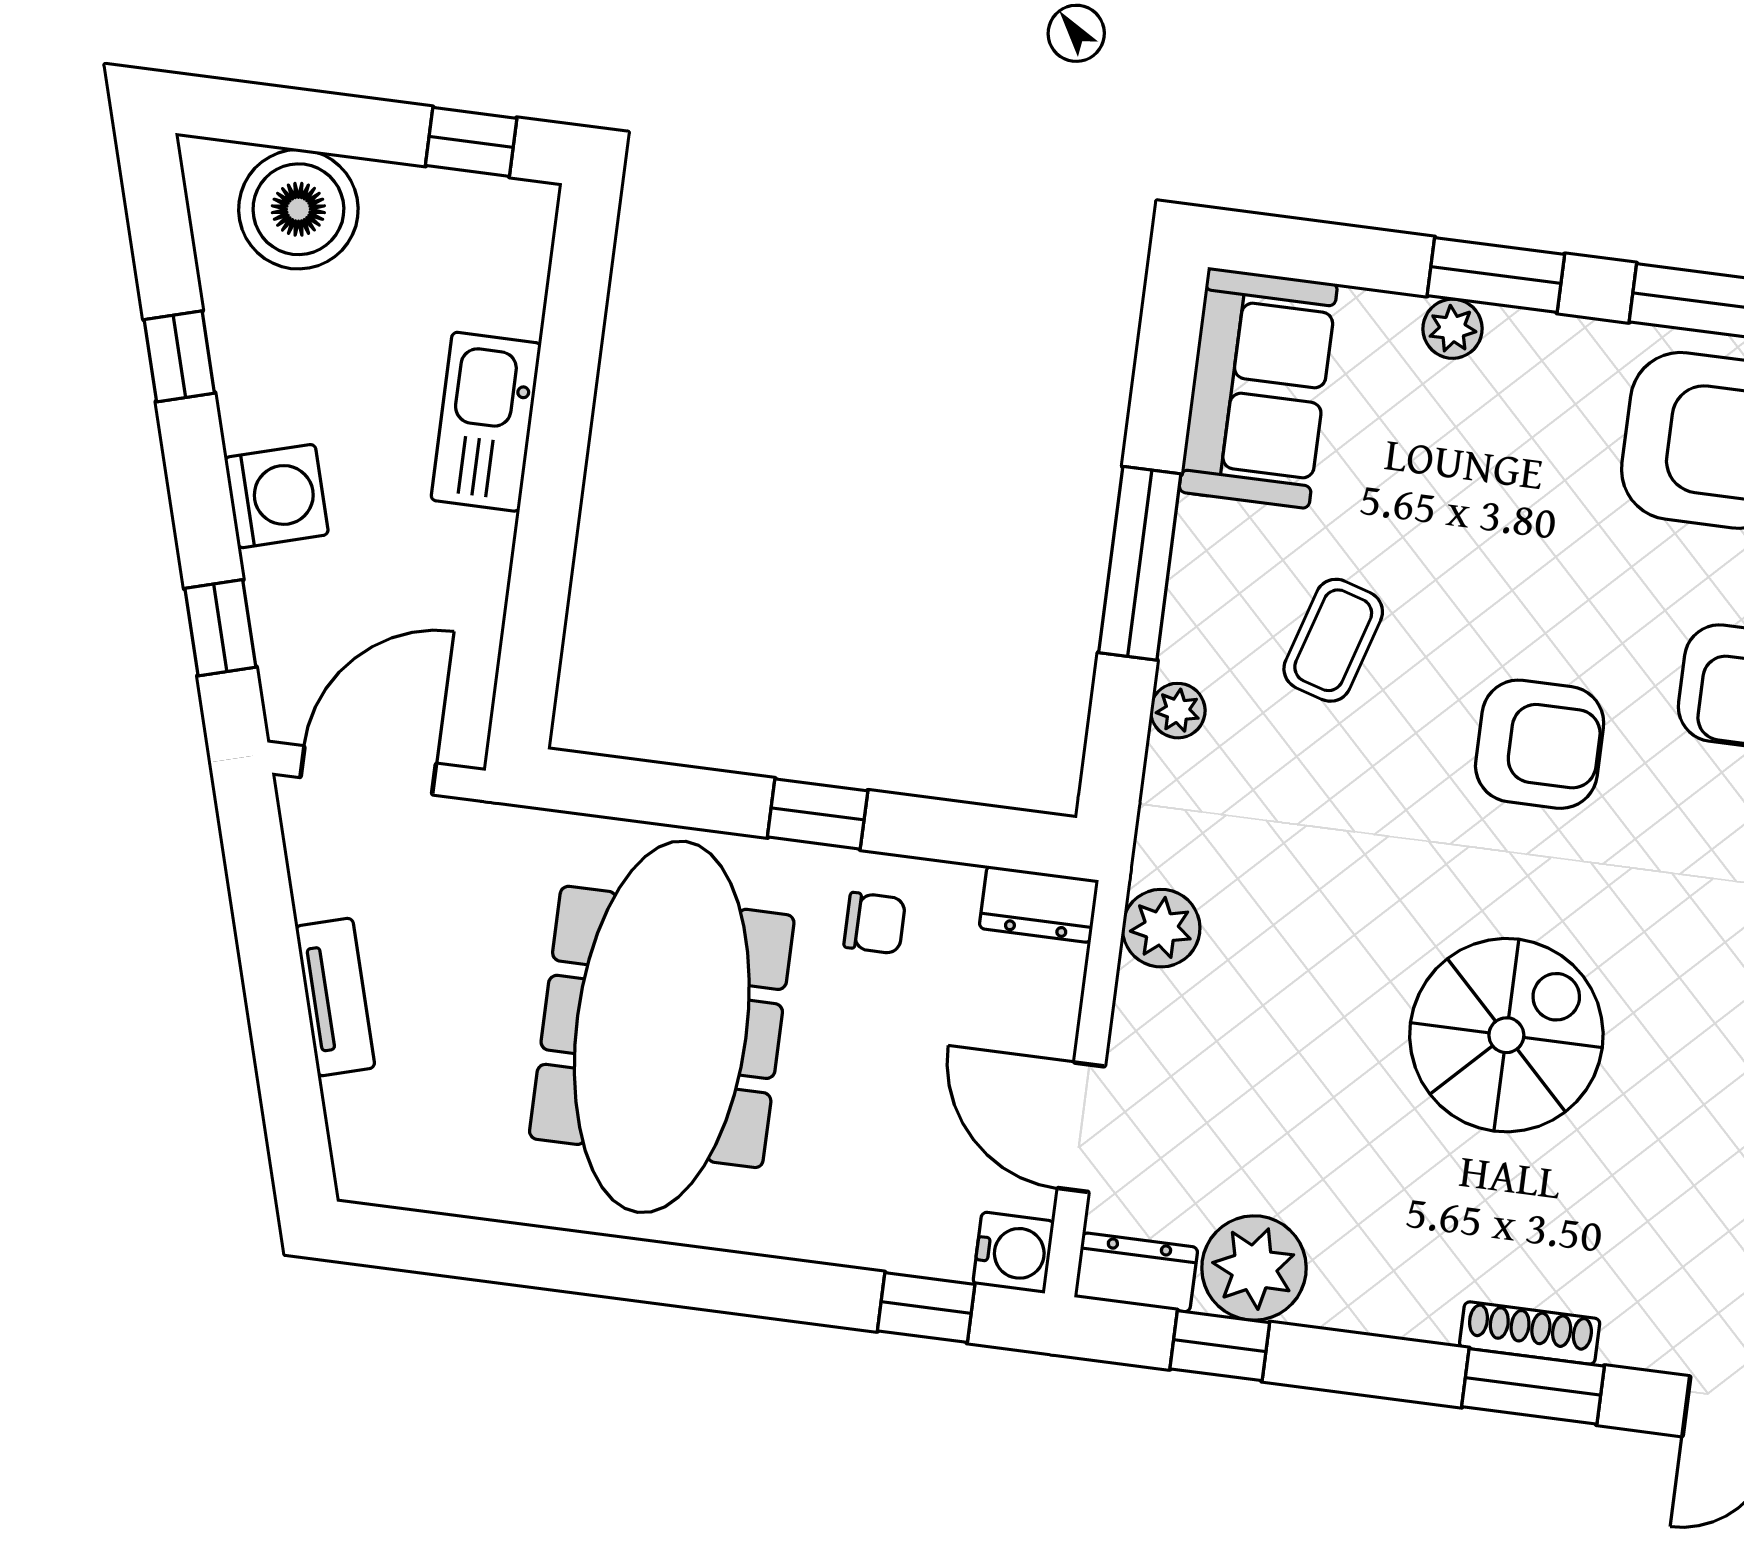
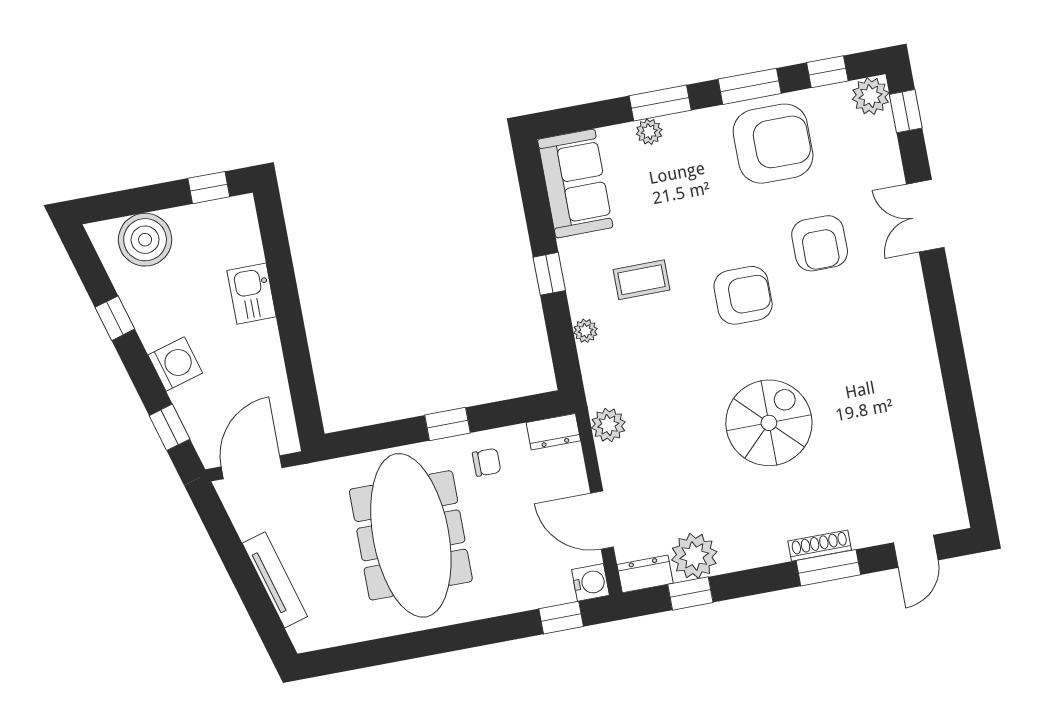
kitchen sink: (486, 422) -> (252, 294), width x0.73
window: (1140, 563) -> (549, 274), width x0.46
coffee table: (1333, 640) -> (642, 280), turned 73
tv unit: (335, 997) -> (275, 580), width x1.41

